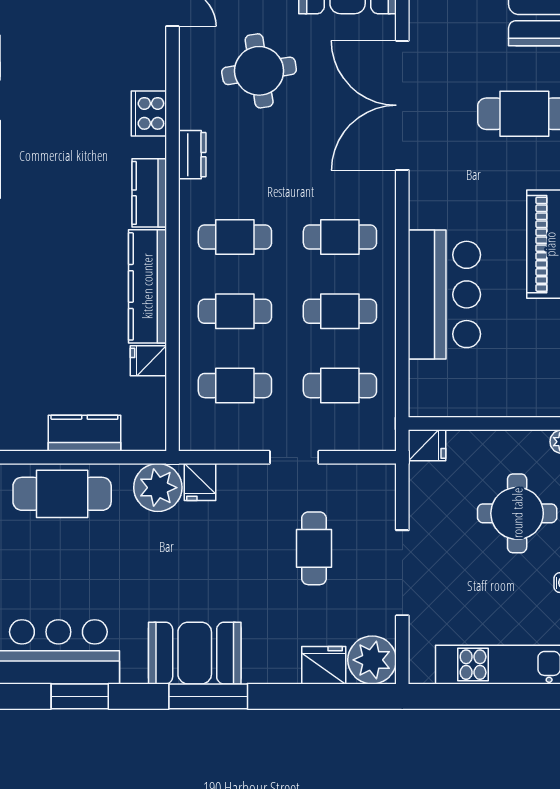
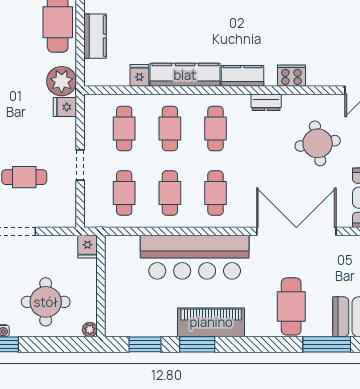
bar counter: (444, 294) -> (195, 257), width x1.36

